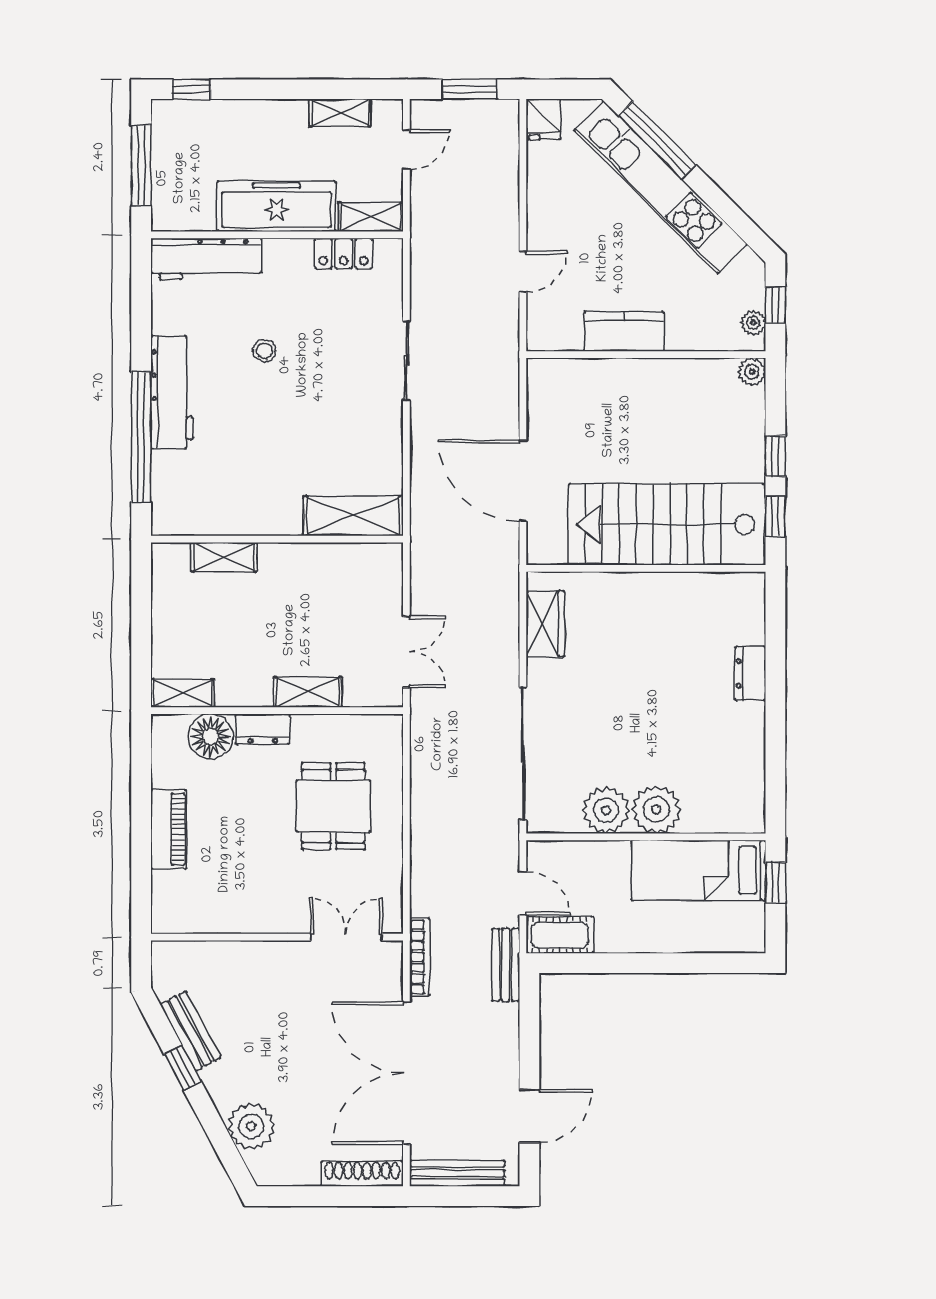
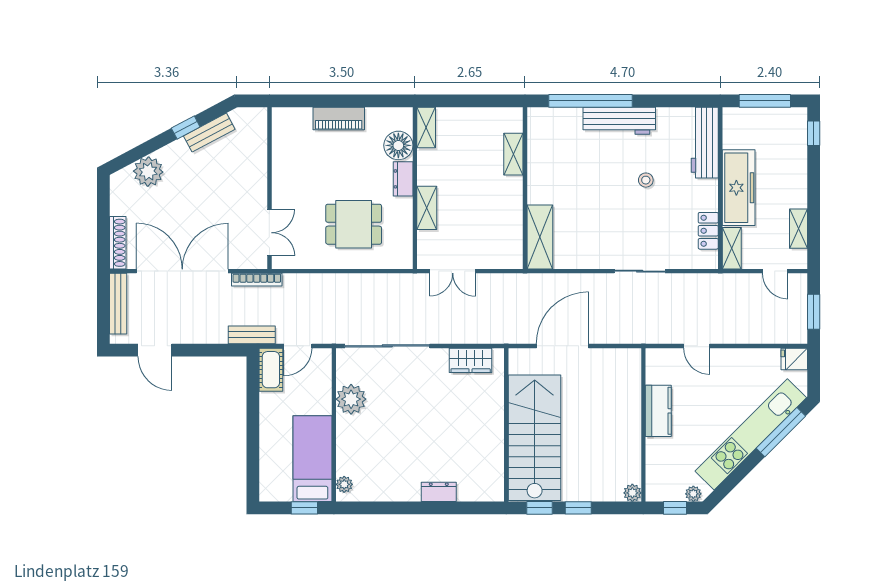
plant: (753, 323) -> (693, 494), moved
plant: (656, 809) -> (344, 484), moved, width x0.53, depth x0.53

